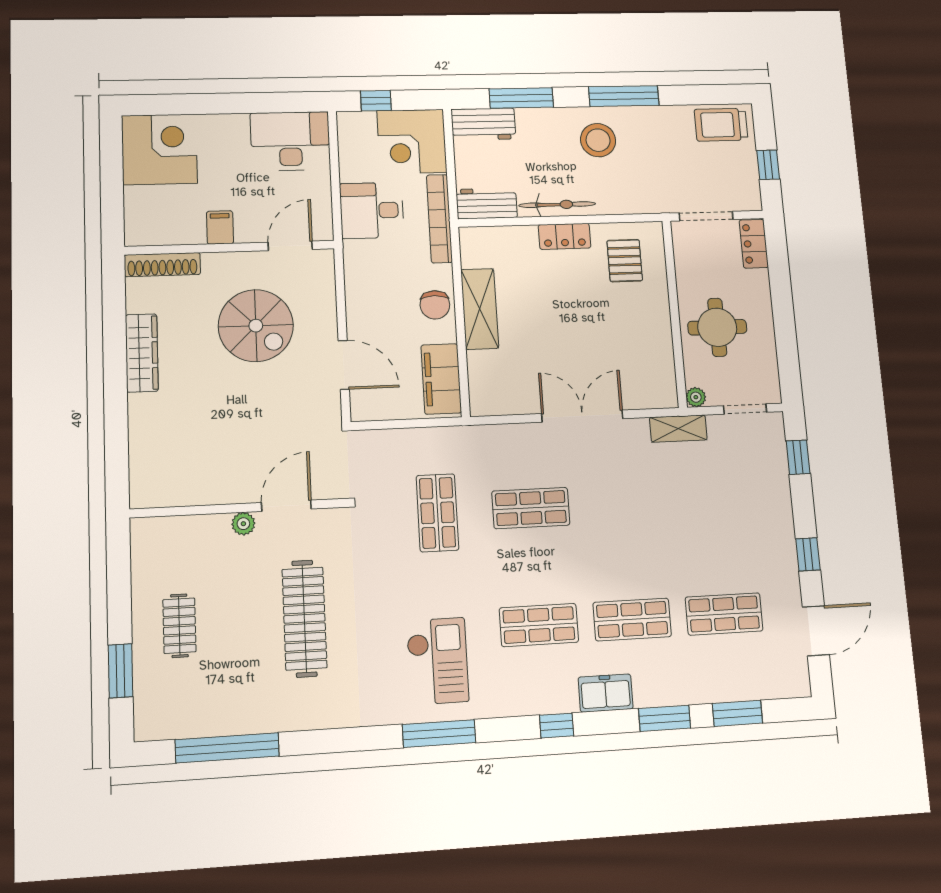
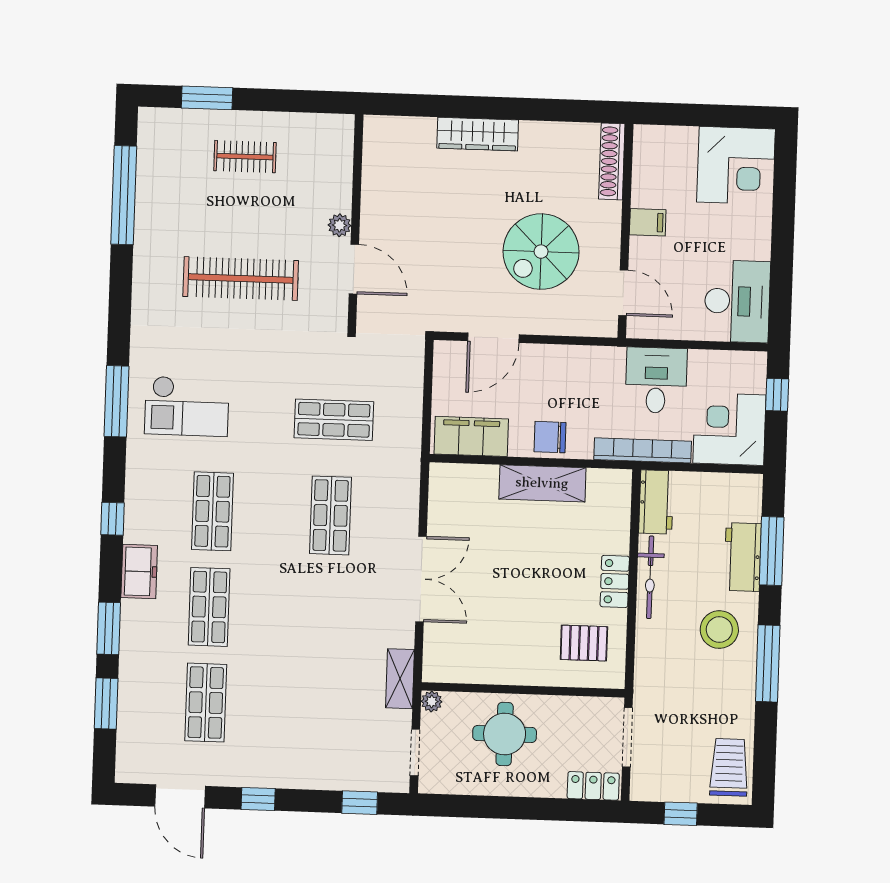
workbench: (483, 124) -> (743, 557), moved
wardrobe: (142, 353) -> (478, 134), moved

